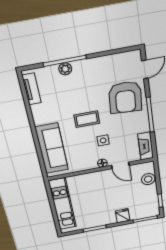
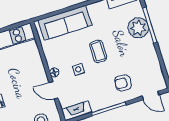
plant: (65, 69) -> (138, 28), width x1.88, depth x1.88
armchair: (125, 97) -> (123, 83), width x0.53, depth x0.53
door: (120, 165) -> (54, 90), hinge flipped

